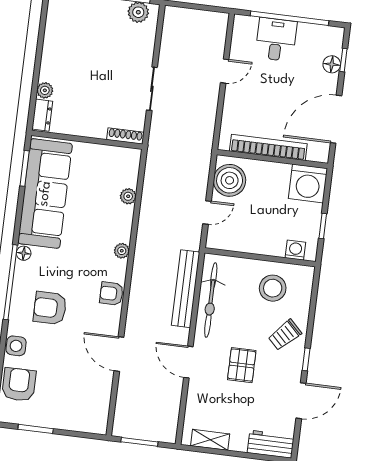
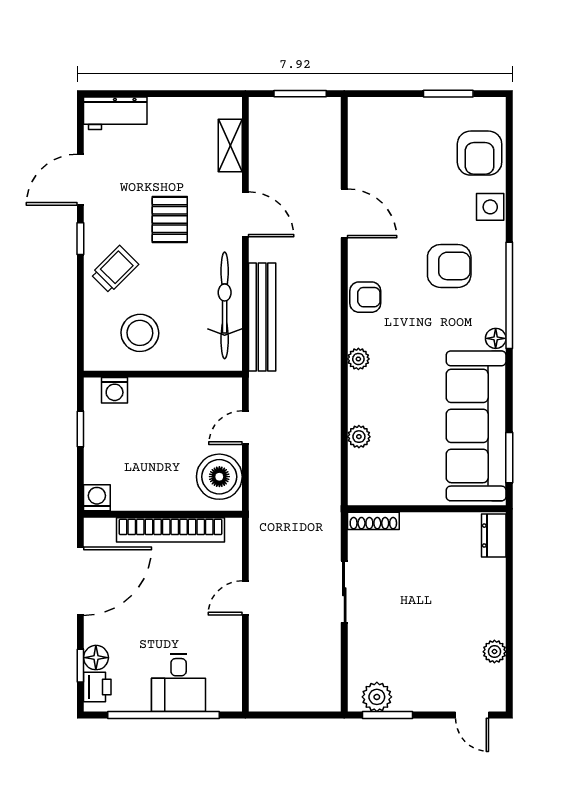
printer: (333, 44) -> (97, 687), added
door: (225, 71) -> (245, 598), moved
plant: (45, 90) -> (494, 652), moved
washing machine: (308, 183) -> (97, 498), width x0.53, depth x0.53
shelving: (210, 440) -> (230, 145), moved, turned 90

